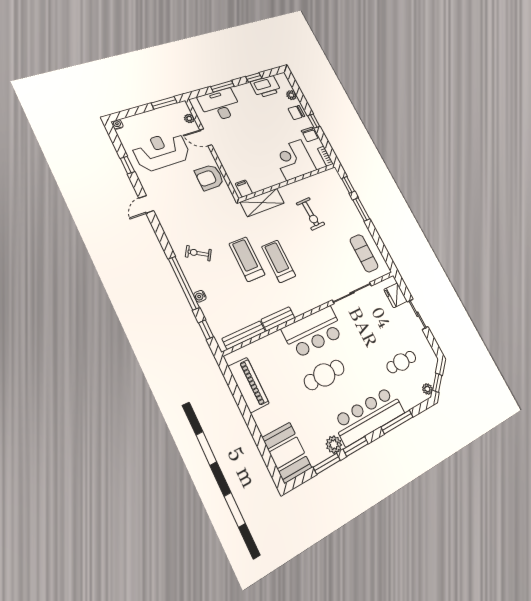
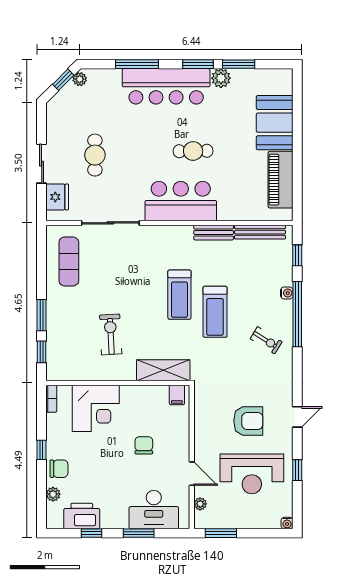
chair: (310, 134) -> (144, 445), moved
armchair: (209, 177) -> (248, 421), moved
cafe table: (401, 362) -> (95, 155), moved, turned 90
cafe table: (324, 375) -> (193, 151), width x0.73, depth x0.74
booth: (287, 453) -> (275, 123), moved

